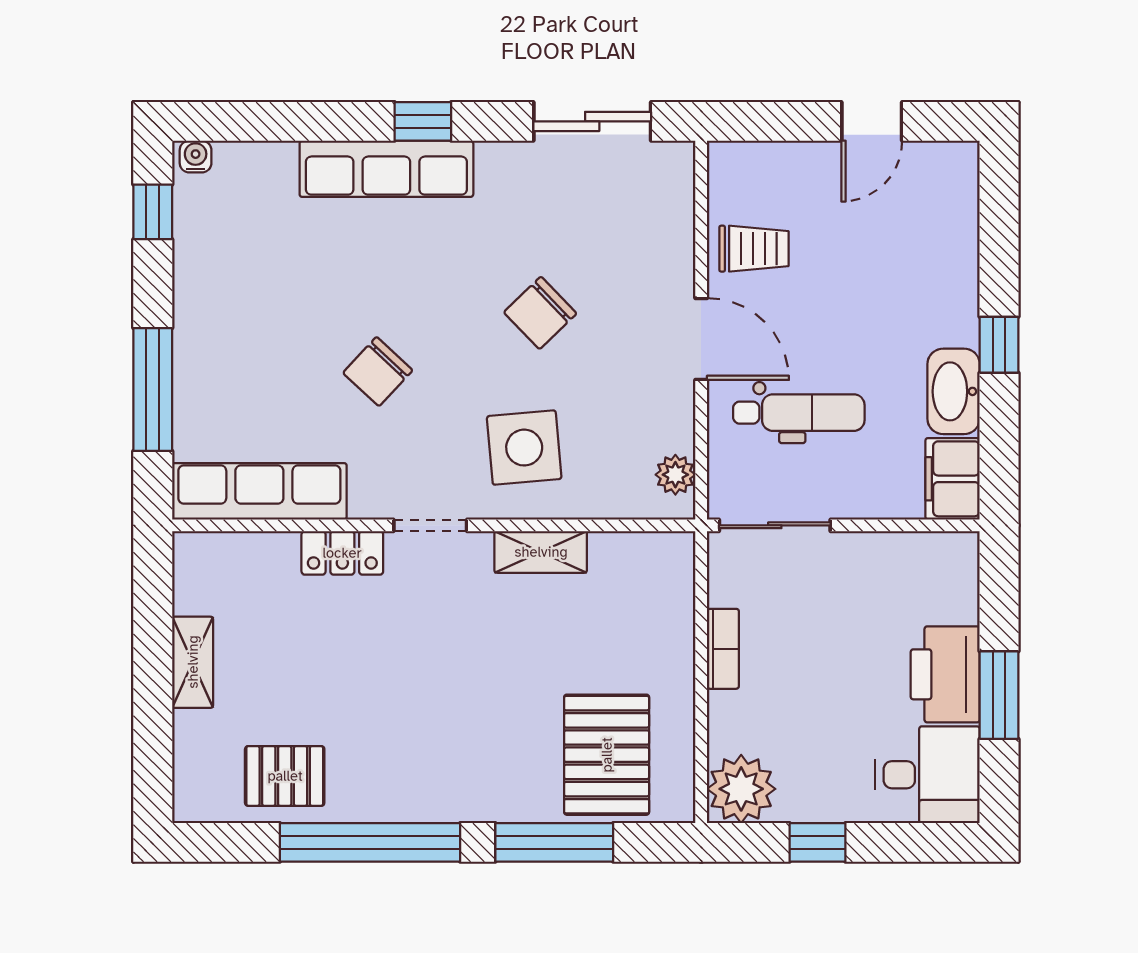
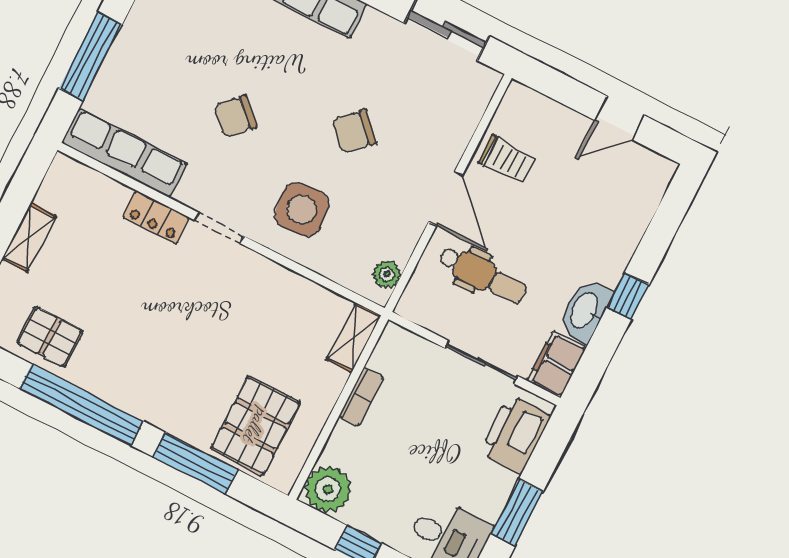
sliding door: (775, 525) -> (481, 362), moved
shelving: (541, 552) -> (354, 337), moved, turned 90
printer: (945, 674) -> (515, 434), moved

